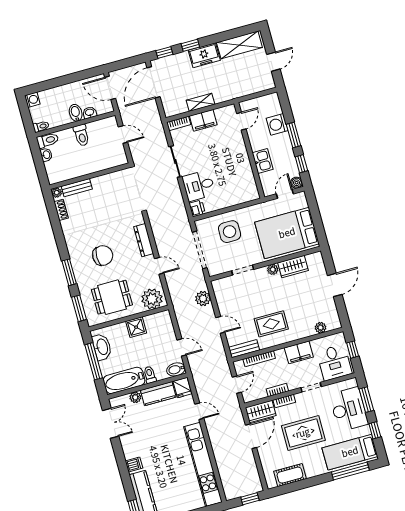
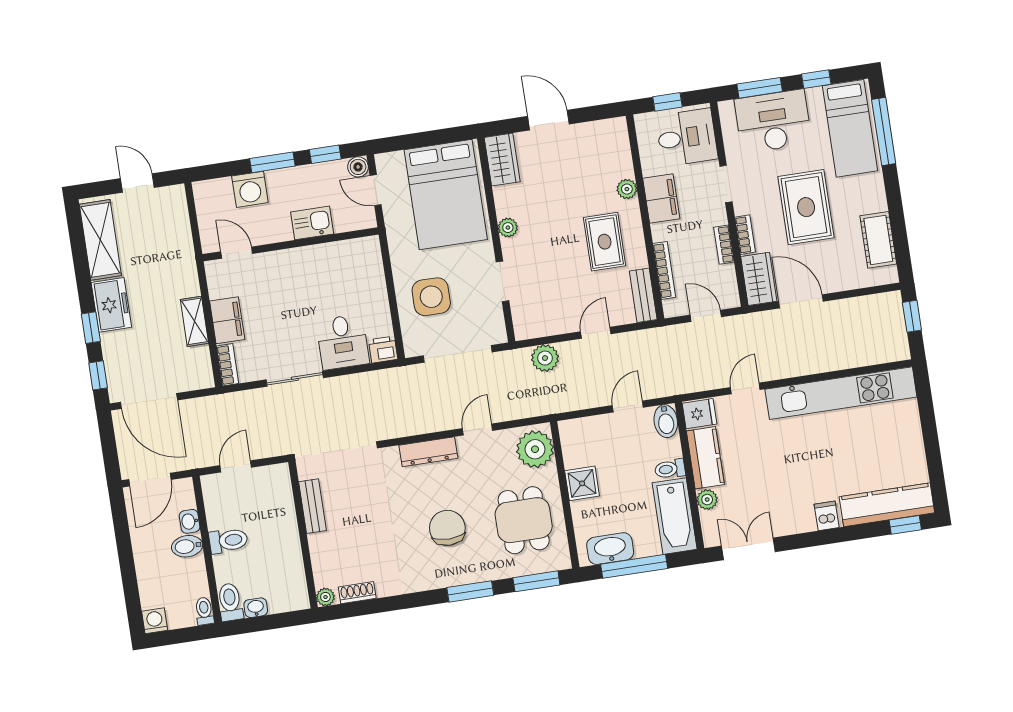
bench: (77, 188) -> (313, 506), moved
wardrobe: (293, 267) -> (502, 160), moved
plant: (321, 328) -> (627, 189), moved

